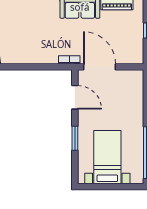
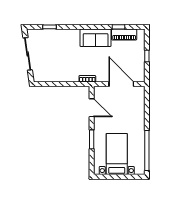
door: (100, 67) -> (121, 84), moved

